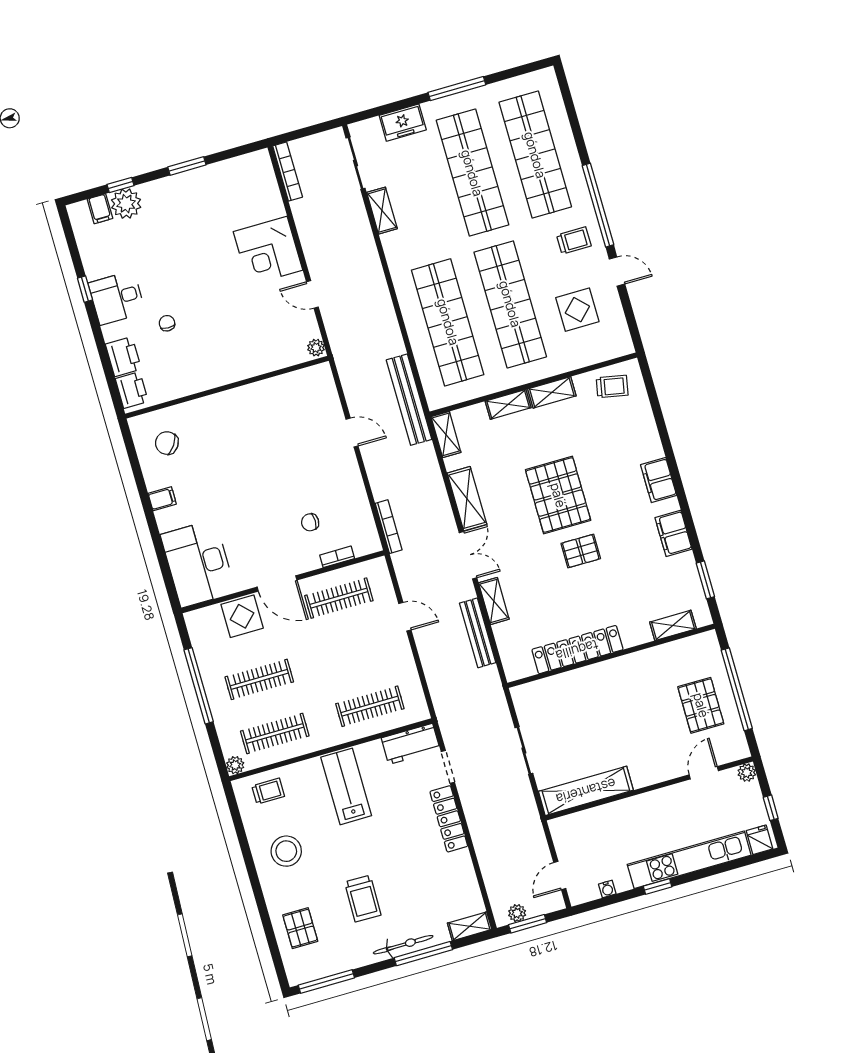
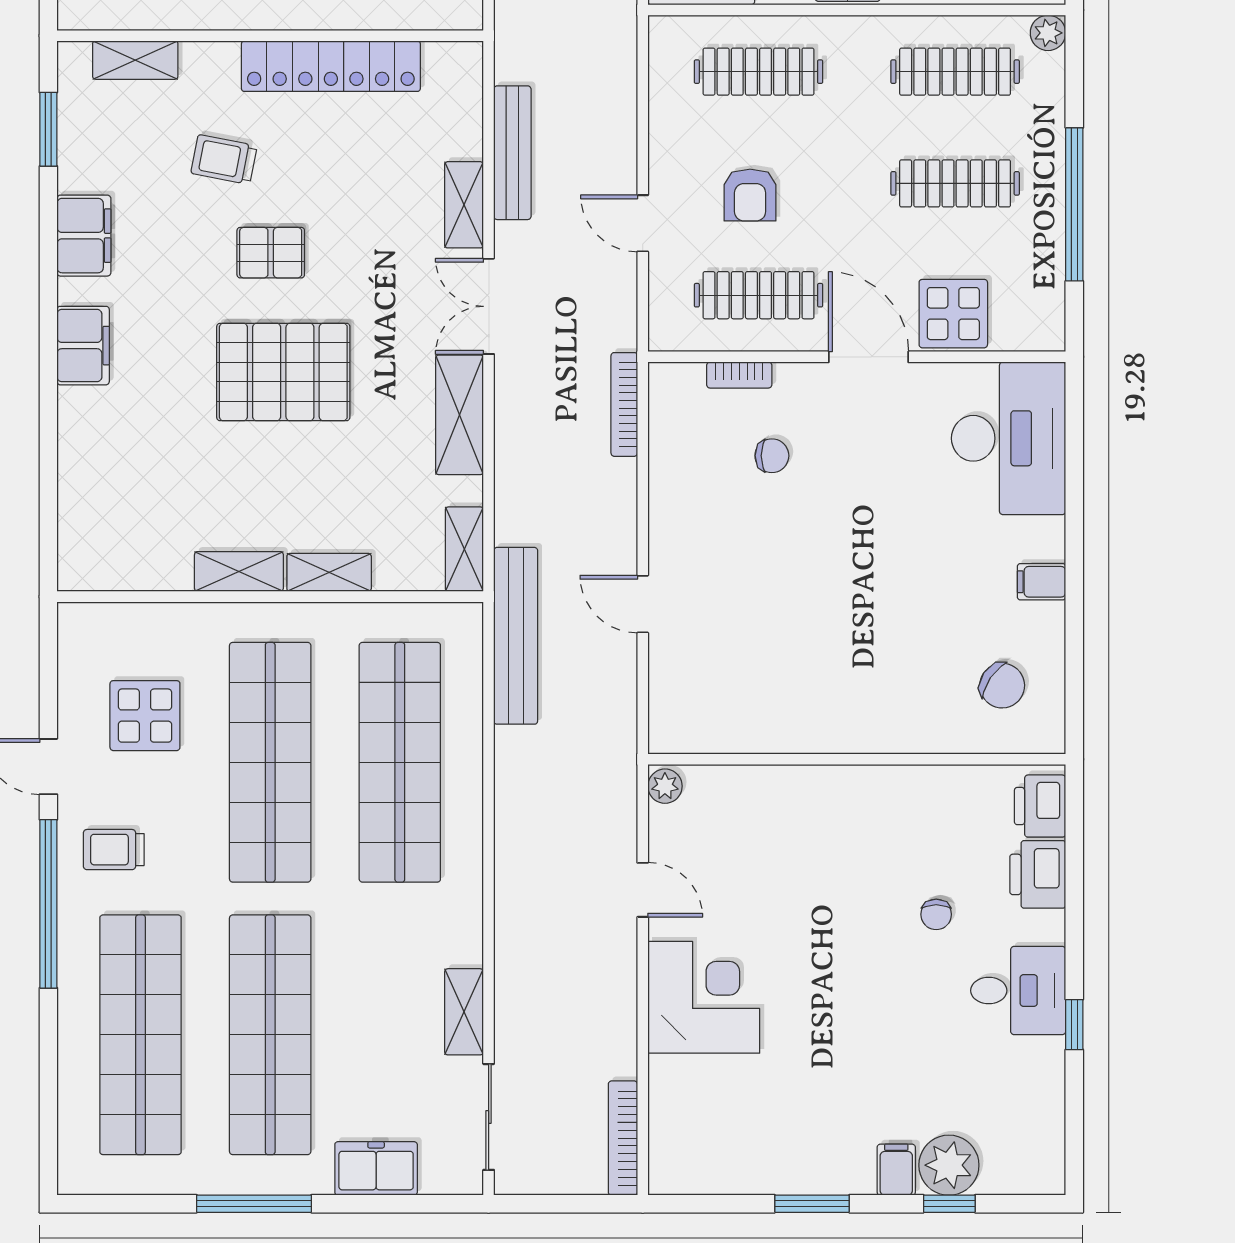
filing cabinet: (100, 209) -> (896, 1170), moved
trolley: (612, 387) -> (224, 159), moved
pallet: (558, 495) -> (283, 372), turned 90
armchair: (357, 645) -> (750, 195), added

